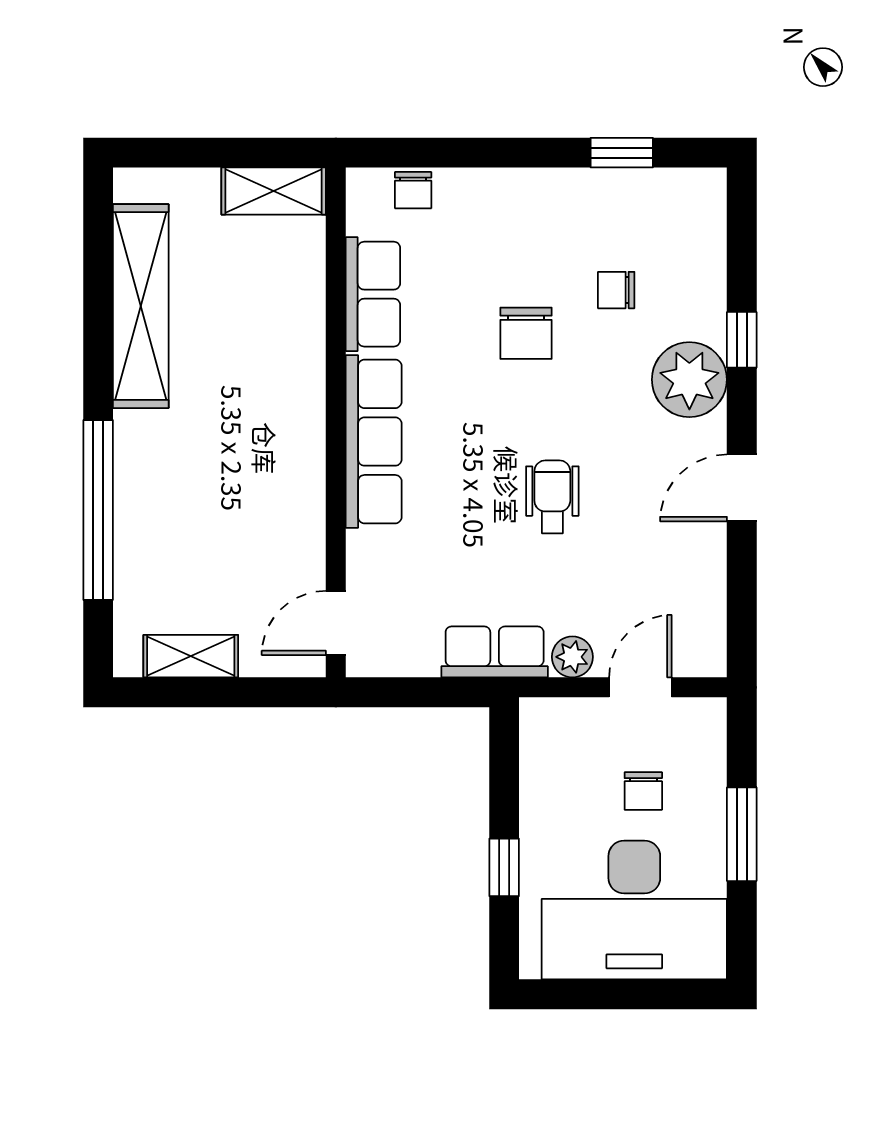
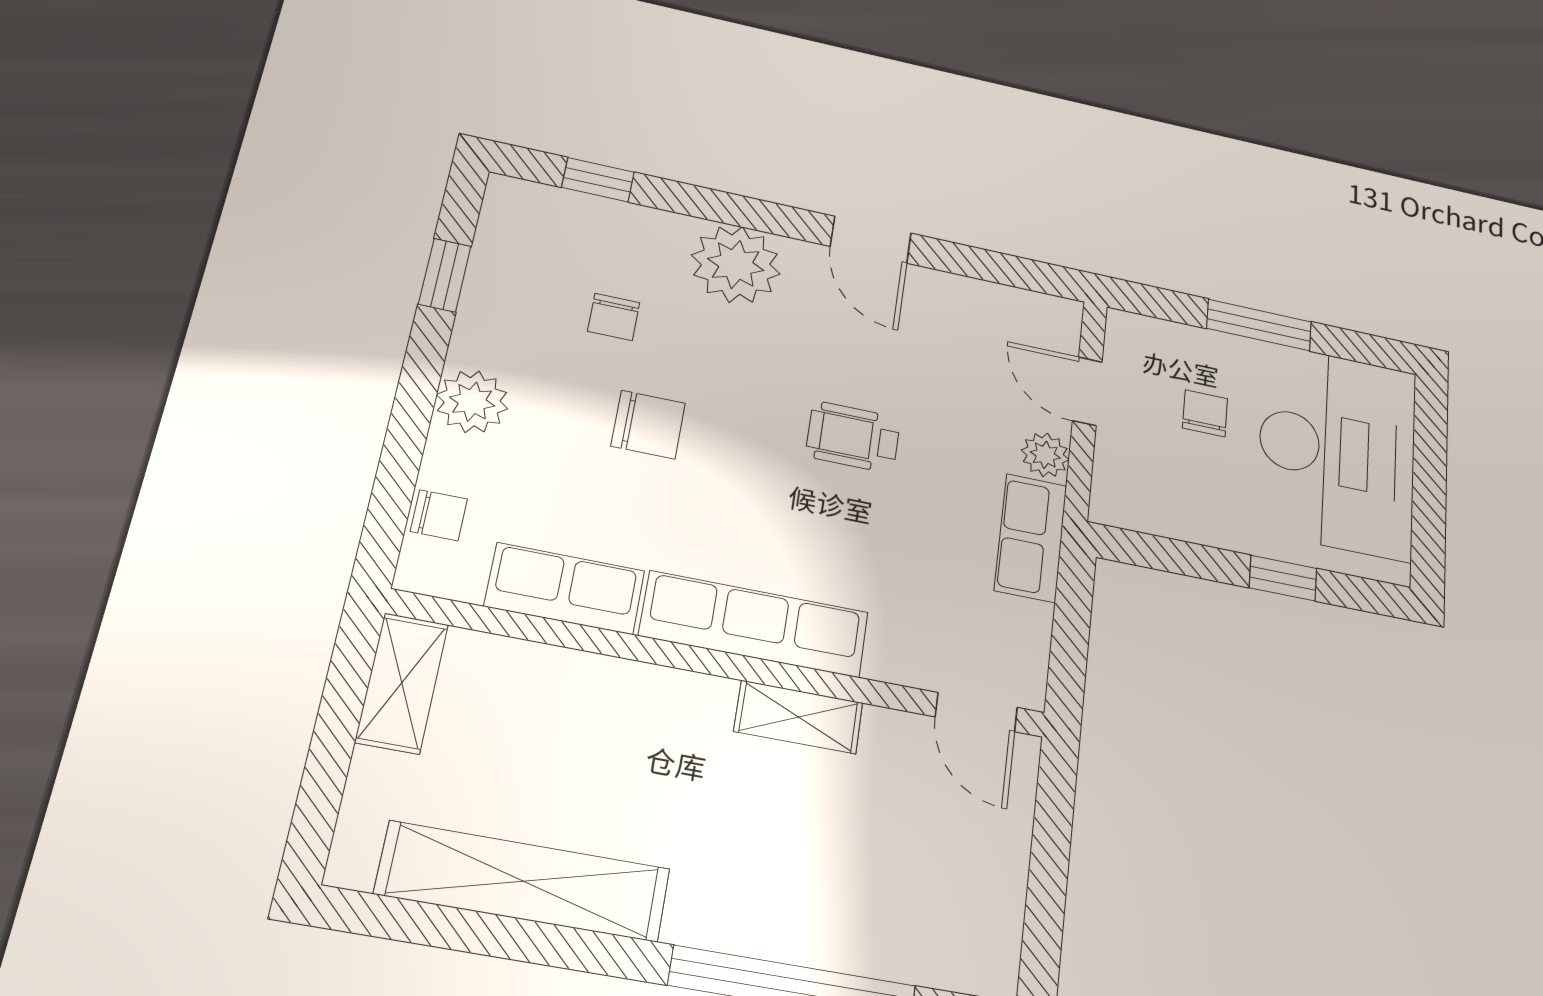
plant: (515, 196) -> (472, 402), added
window: (742, 340) -> (598, 180), moved
shelving: (191, 656) -> (799, 717), moved, turned 90
chair: (643, 791) -> (1205, 413), turned -90

